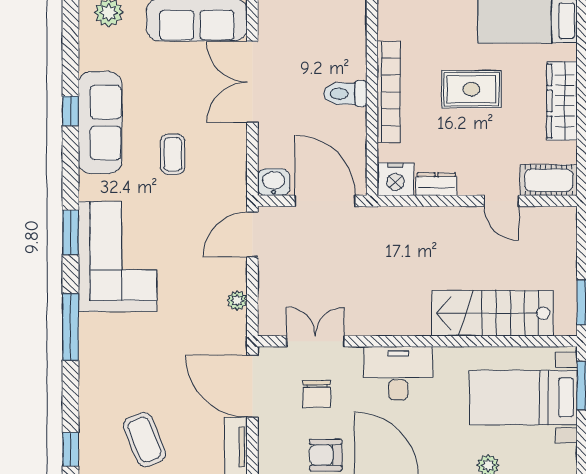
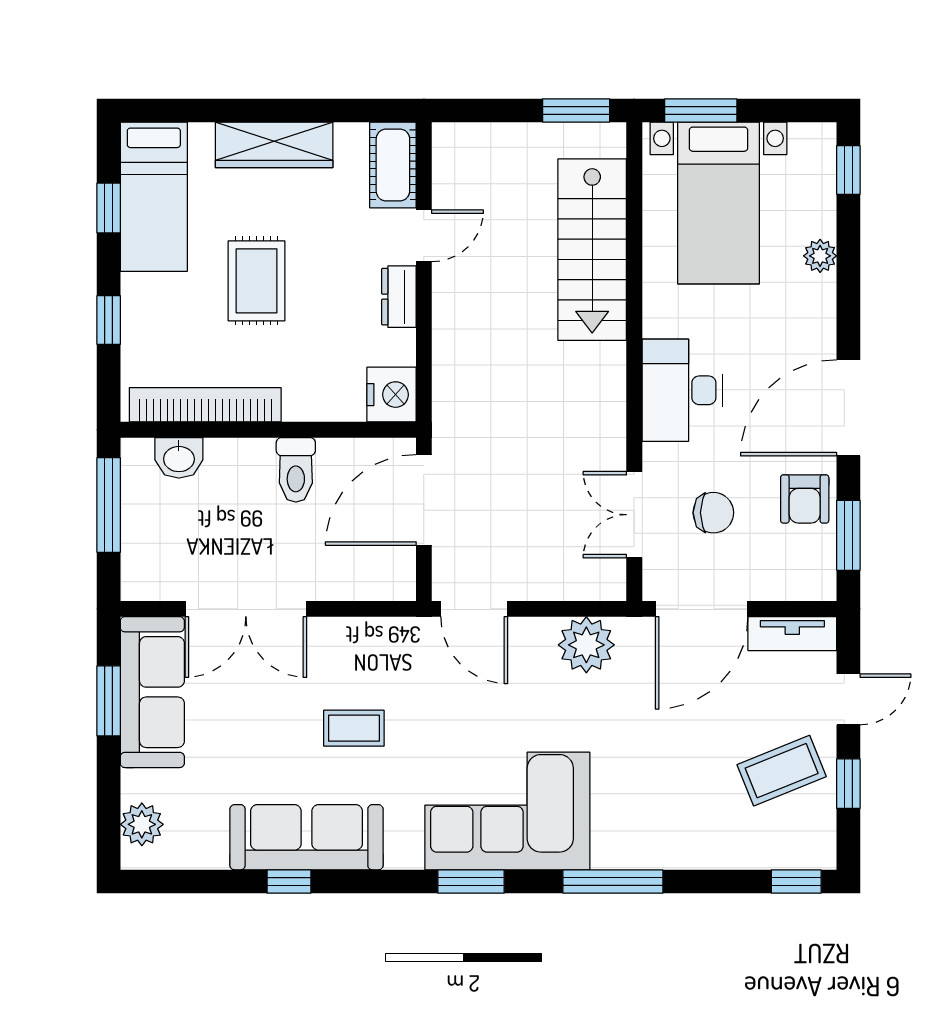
bookcase: (389, 92) -> (205, 405), moved
toilet: (345, 94) -> (296, 470), moved
washbasin: (274, 182) -> (179, 458), moved, turned -90
dresser: (436, 184) -> (399, 297), moved
plant: (237, 300) -> (586, 645), width x1.87, depth x1.87

